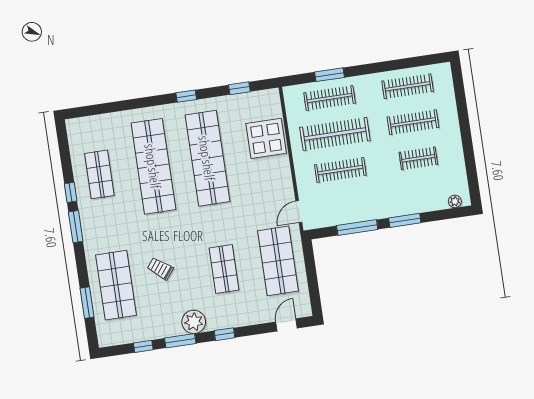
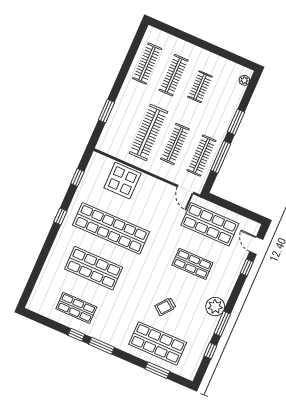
clothes rail: (330, 98) -> (201, 156), moved
shop shelf: (153, 166) -> (94, 268), width x0.71
window: (225, 334) -> (247, 267), moved

